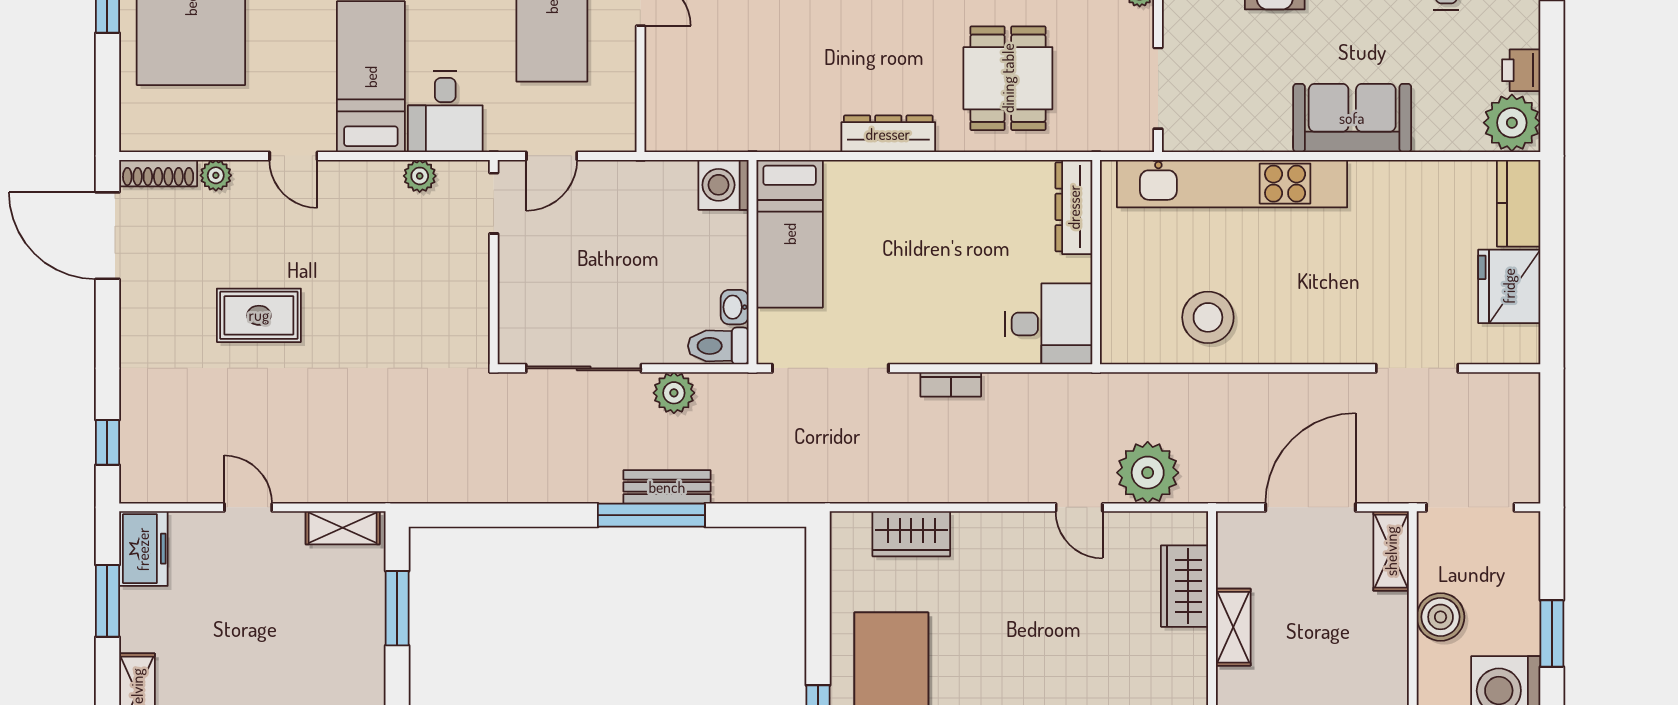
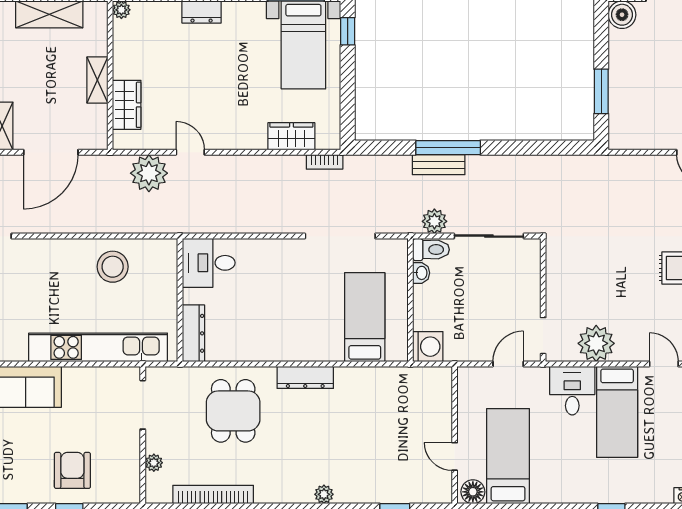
plant: (420, 176) -> (596, 343), width x1.87, depth x1.87
washing machine: (724, 185) -> (428, 347), moved
wall: (752, 262) -> (410, 300), moved
washbasin: (735, 307) -> (421, 273), moved
toilet: (718, 346) -> (431, 250), moved
bookcase: (951, 384) -> (325, 162), moved, turned 180
shelving: (343, 528) -> (634, 140), removed

